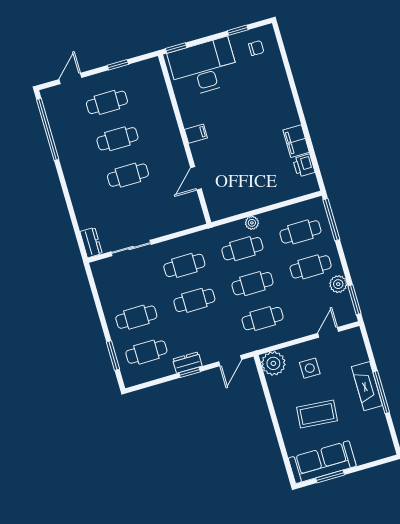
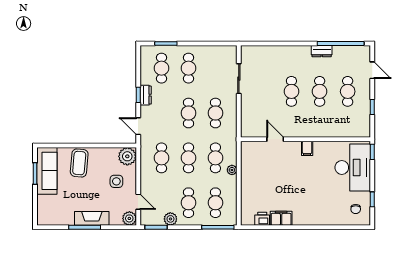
dresser: (91, 243) -> (322, 51), moved
plant: (353, 338) -> (129, 218), added
coffee table: (317, 414) -> (79, 163), moved

